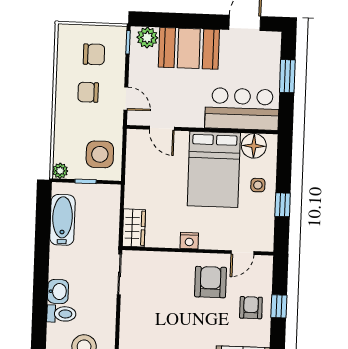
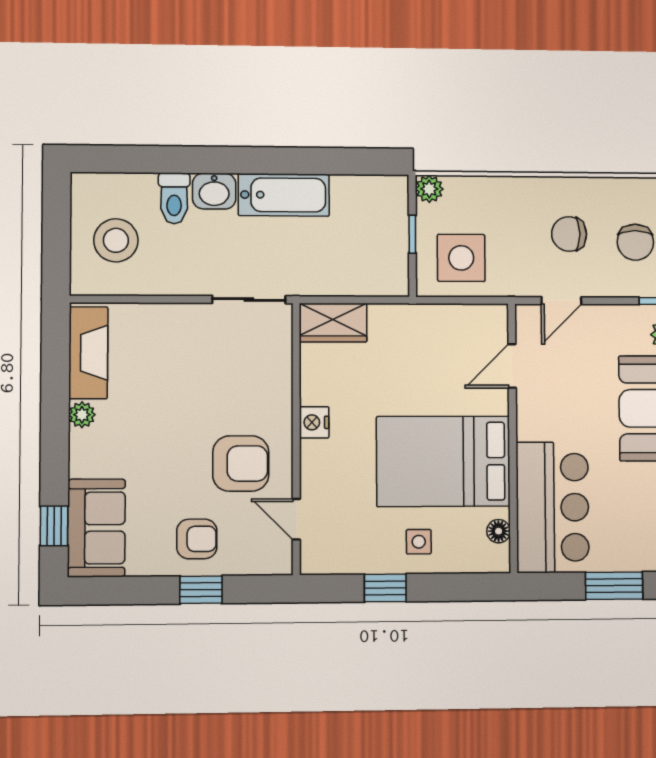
chair: (88, 92) -> (569, 234), turned -90
floor lamp: (254, 146) -> (499, 531), width x0.53, depth x0.53
bathtub: (62, 220) -> (284, 195), moved

